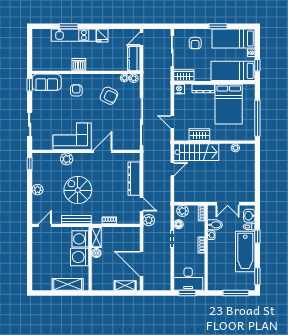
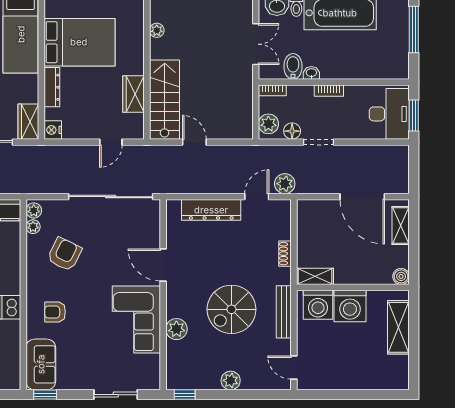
boiler: (96, 253) -> (401, 276), moved
door: (141, 264) -> (362, 197), hinge flipped

